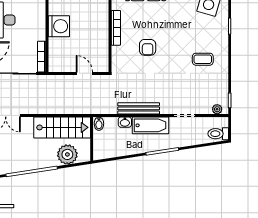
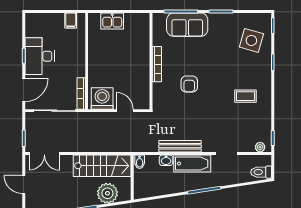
washing machine: (59, 26) -> (102, 99), moved, turned -90

